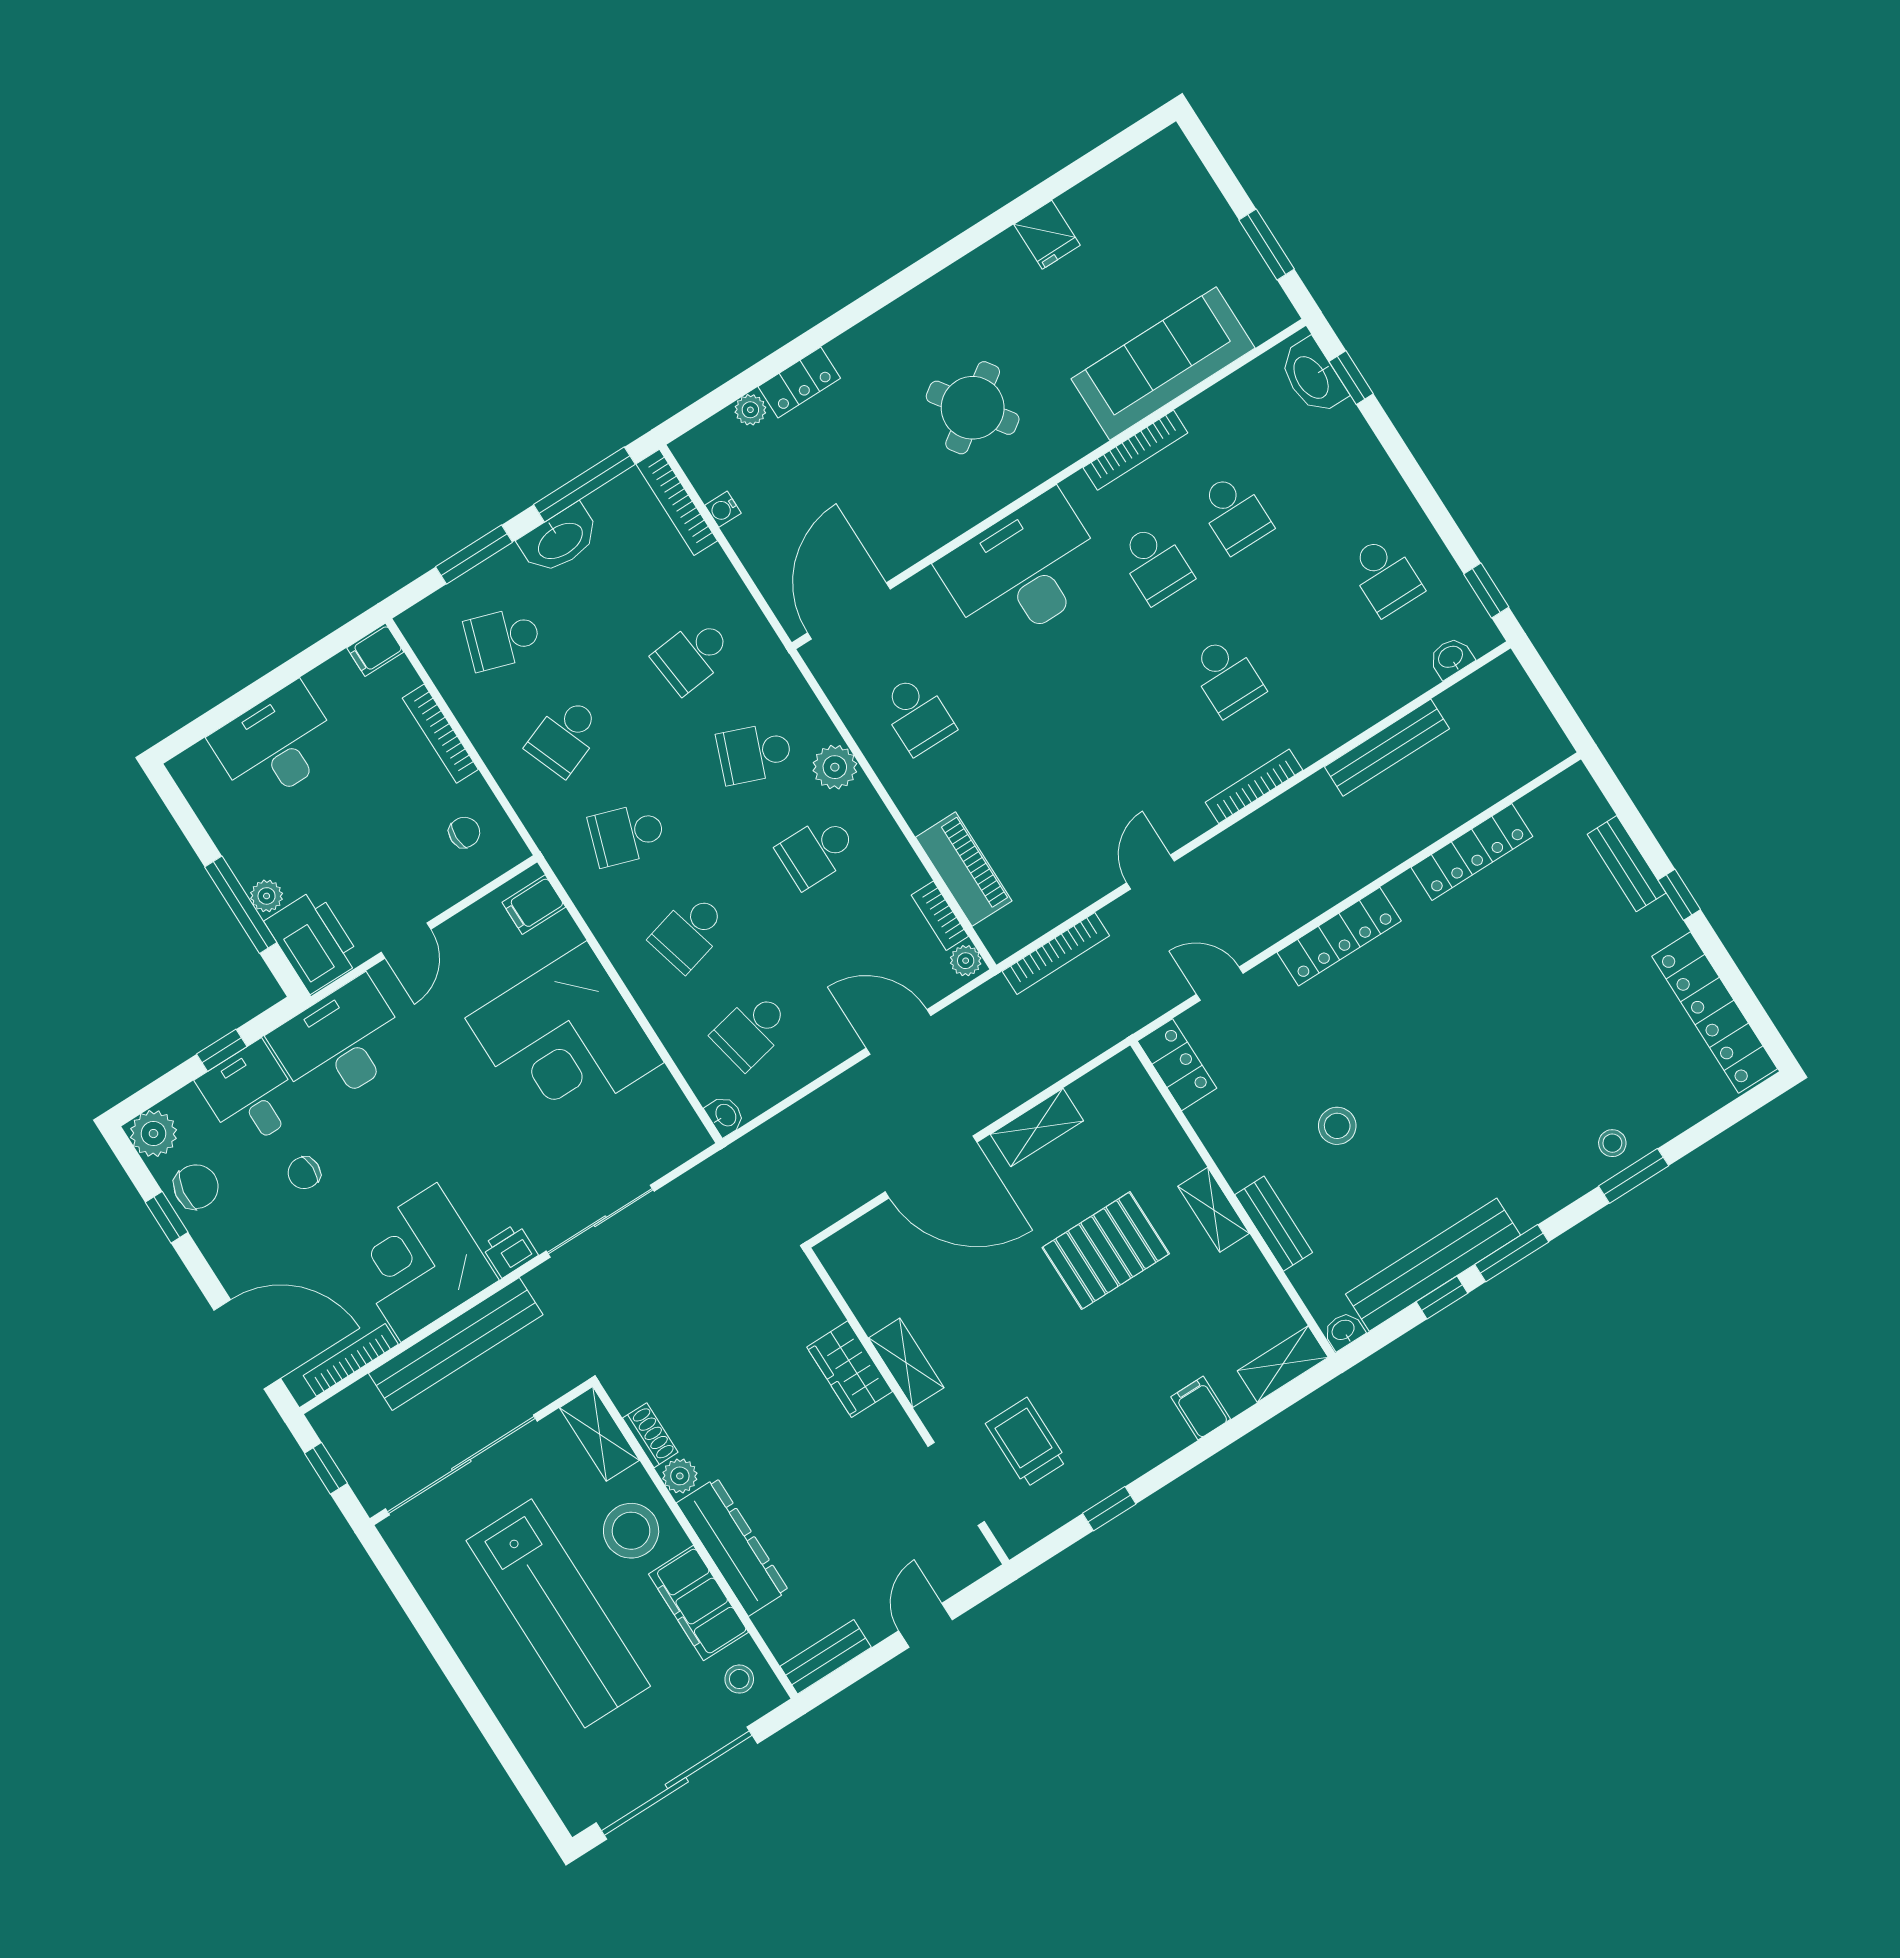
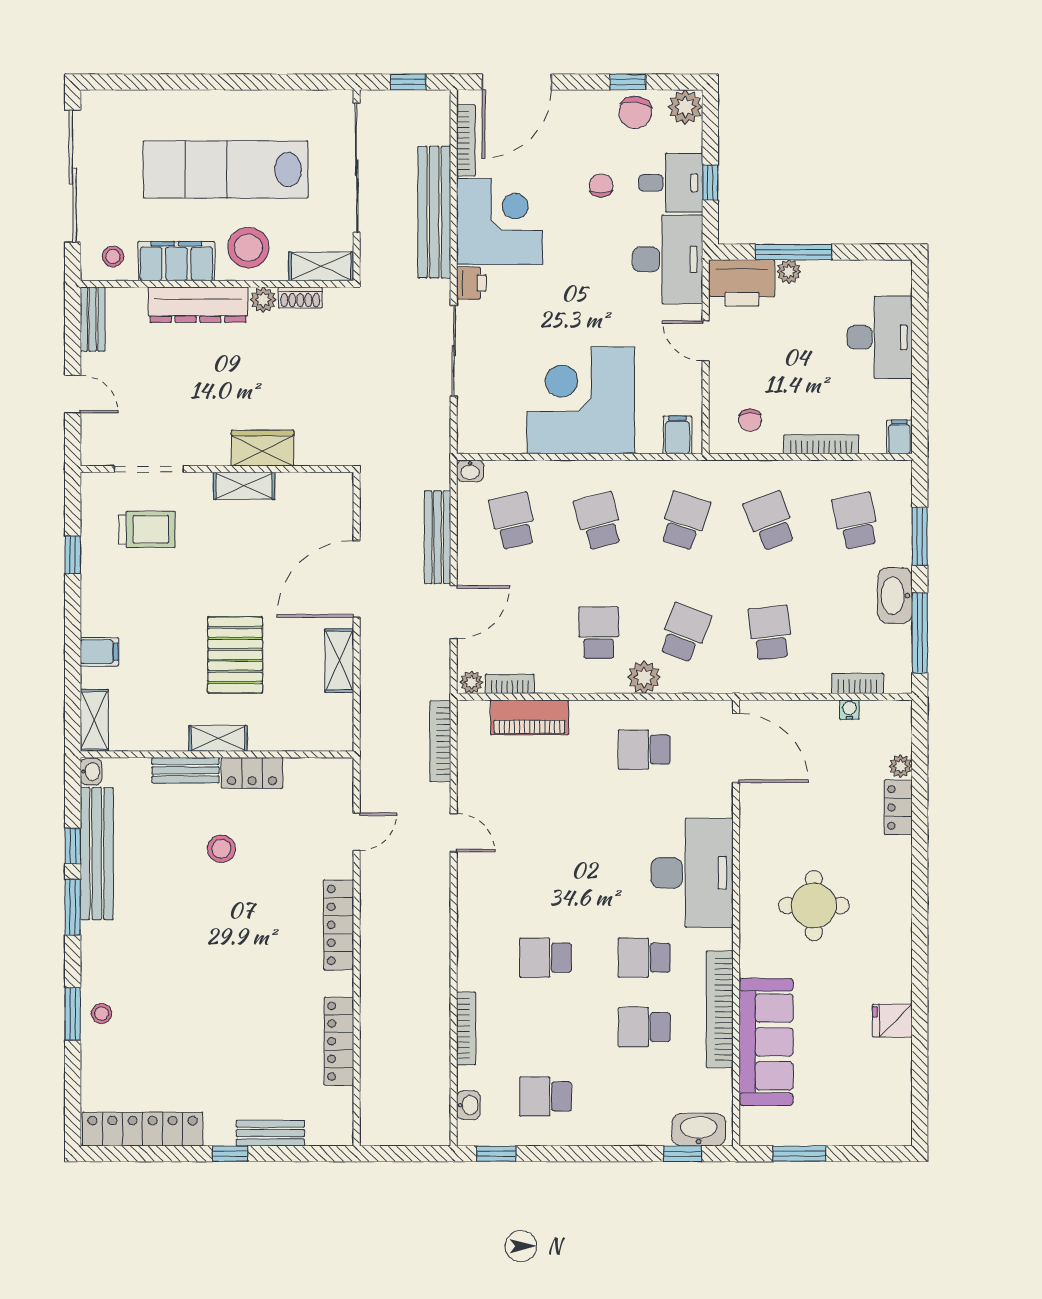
round table: (973, 408) -> (814, 906), turned 35
bookcase: (1135, 450) -> (720, 1009), width x1.48, depth x1.31
bookcase: (677, 502) -> (857, 683), width x0.64
school desk: (503, 638) -> (856, 521), turned -30
bench: (1387, 748) -> (438, 537), moved
bookcase: (1254, 786) -> (466, 1028), moved
locker: (1177, 1065) -> (252, 773), moved

